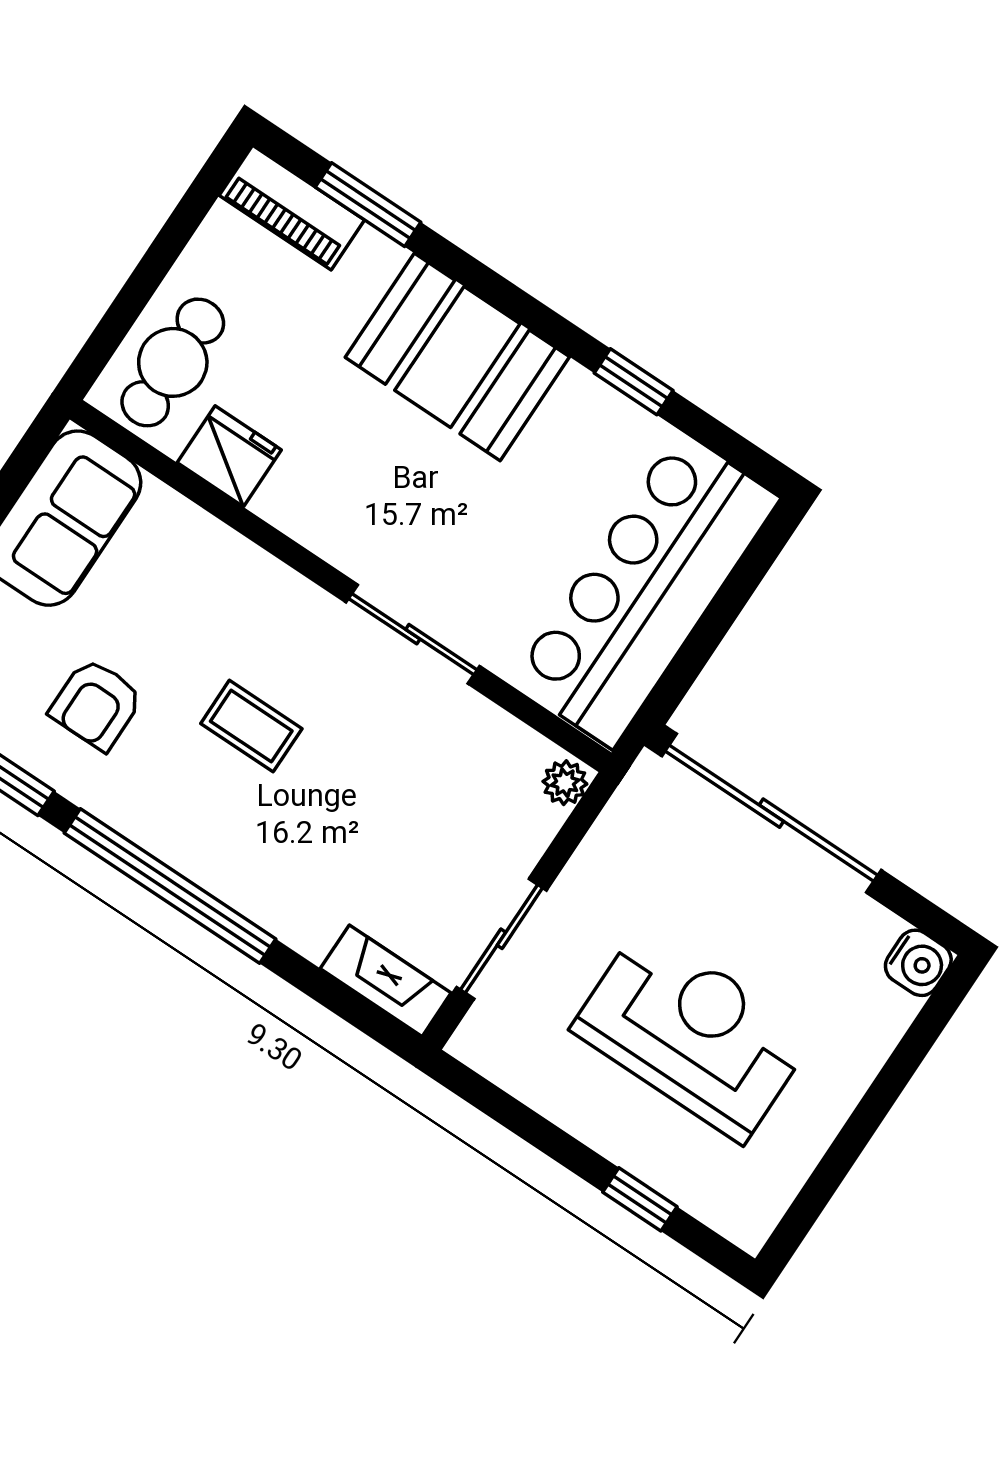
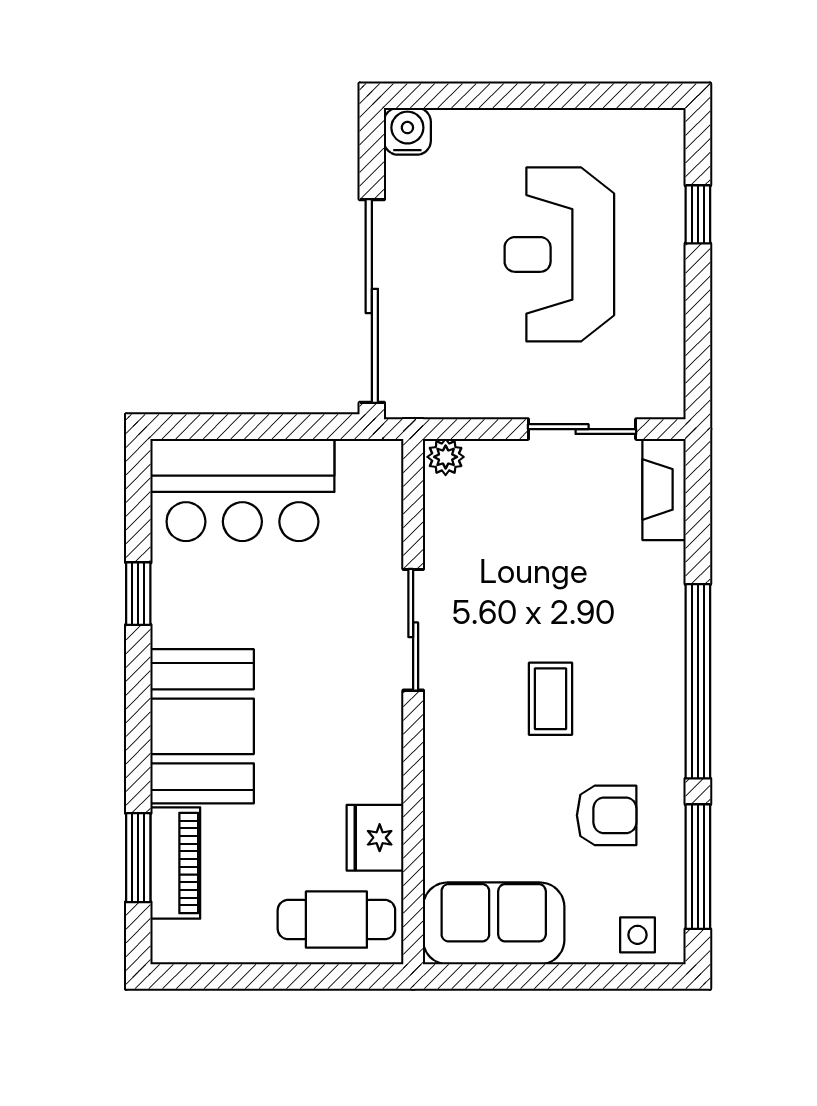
piano: (292, 208) -> (175, 863), moved
bar counter: (646, 590) -> (242, 490), width x0.73

